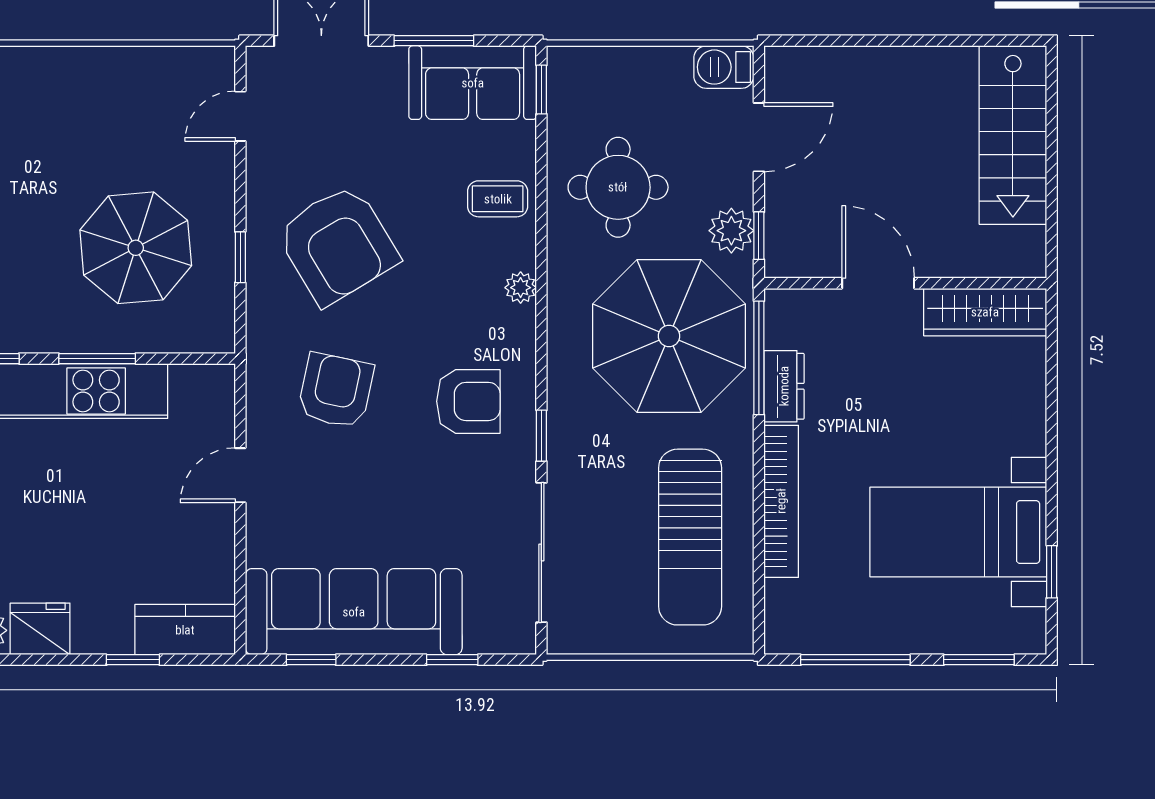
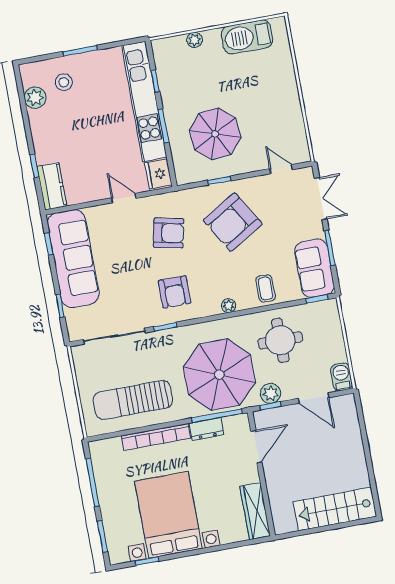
door: (878, 283) -> (256, 447), moved
bed with nightstands: (958, 532) -> (168, 515), width x1.36
fridge: (40, 629) -> (158, 174), moved, turned 180

